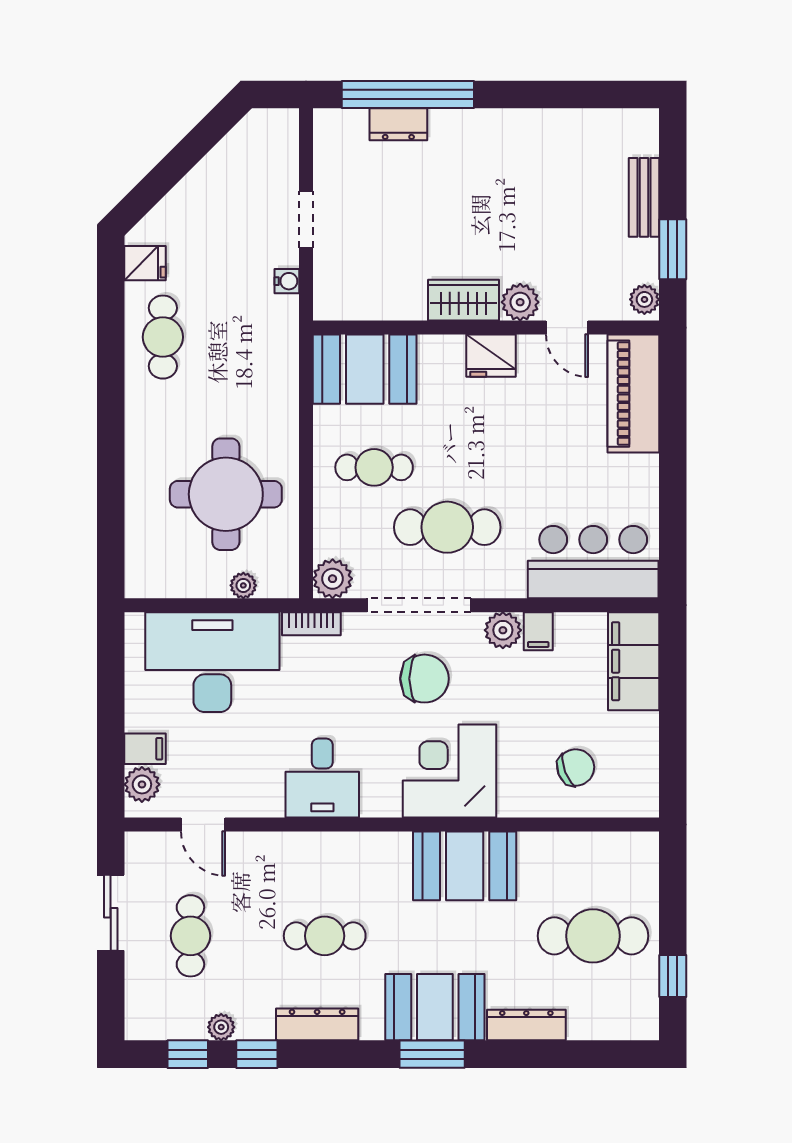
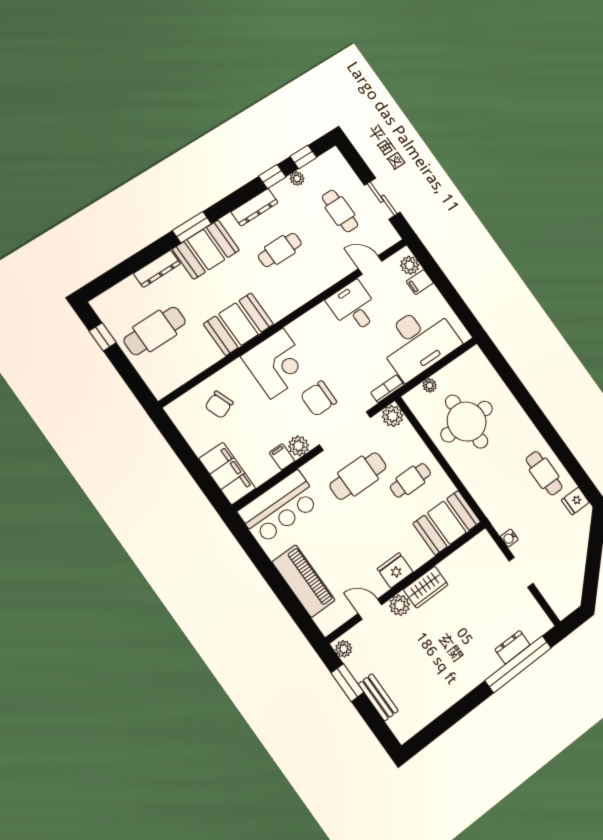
piano: (633, 394) -> (304, 581), moved
desk: (322, 778) -> (354, 307), moved

